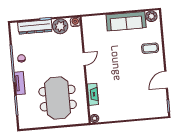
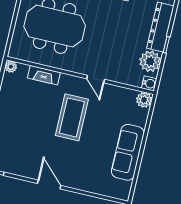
plant: (151, 16) -> (144, 100), moved
coffee table: (150, 48) -> (72, 117), moved, width x1.86, depth x1.72
door: (166, 80) -> (49, 184), moved

